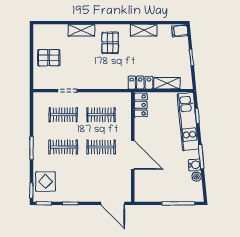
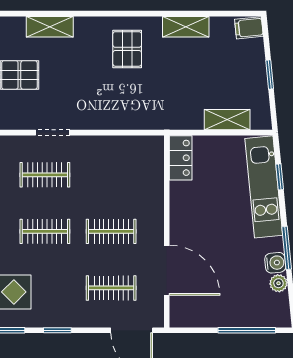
shelving: (81, 30) -> (50, 27), moved
locker: (140, 83) -> (180, 118), removed
clothes rail: (101, 115) -> (111, 288), moved
door: (133, 155) -> (167, 270), moved

